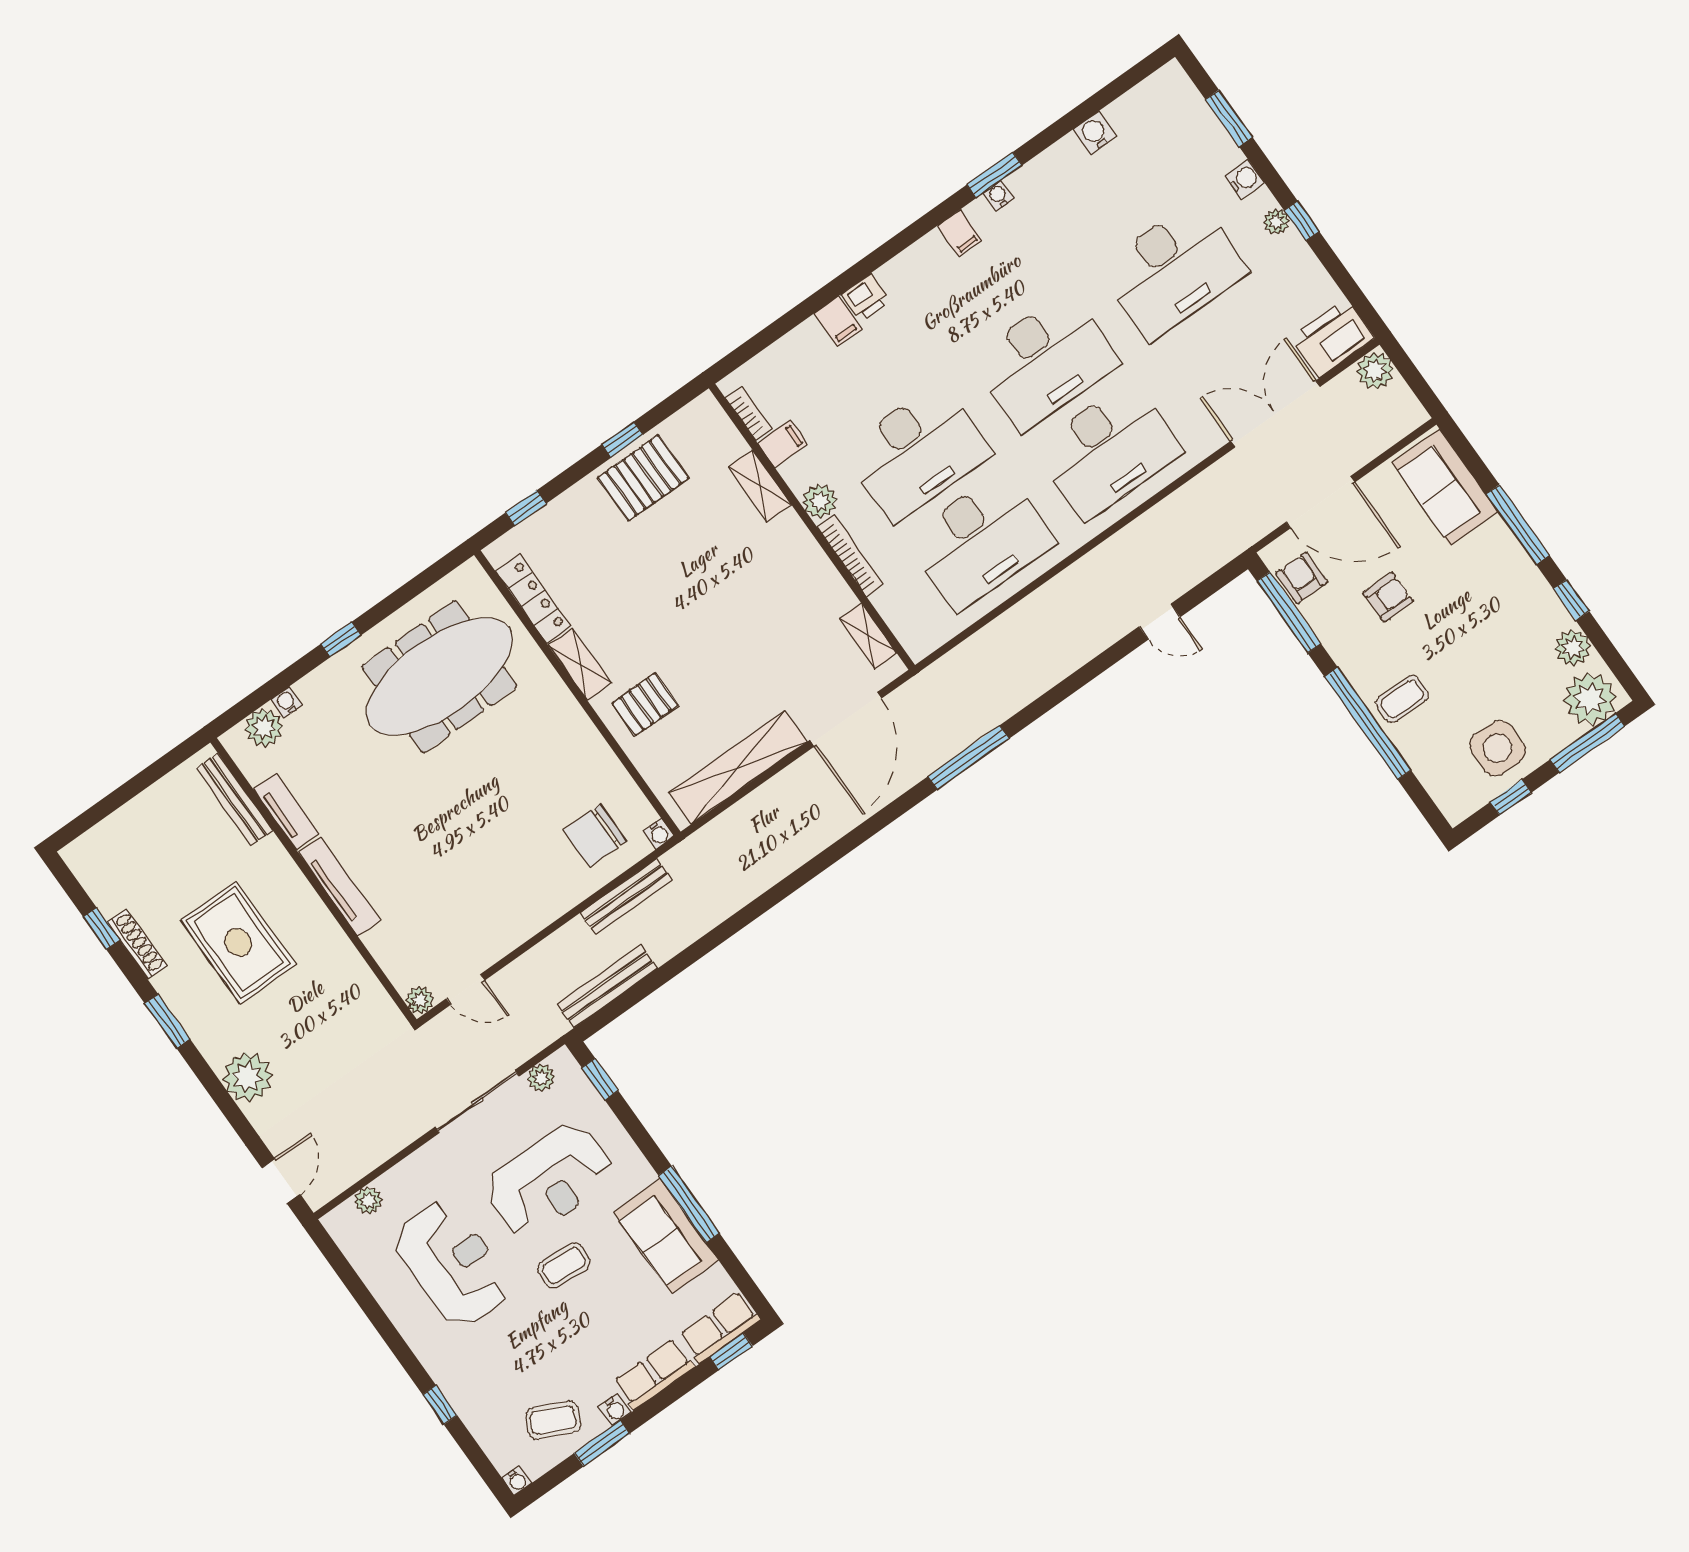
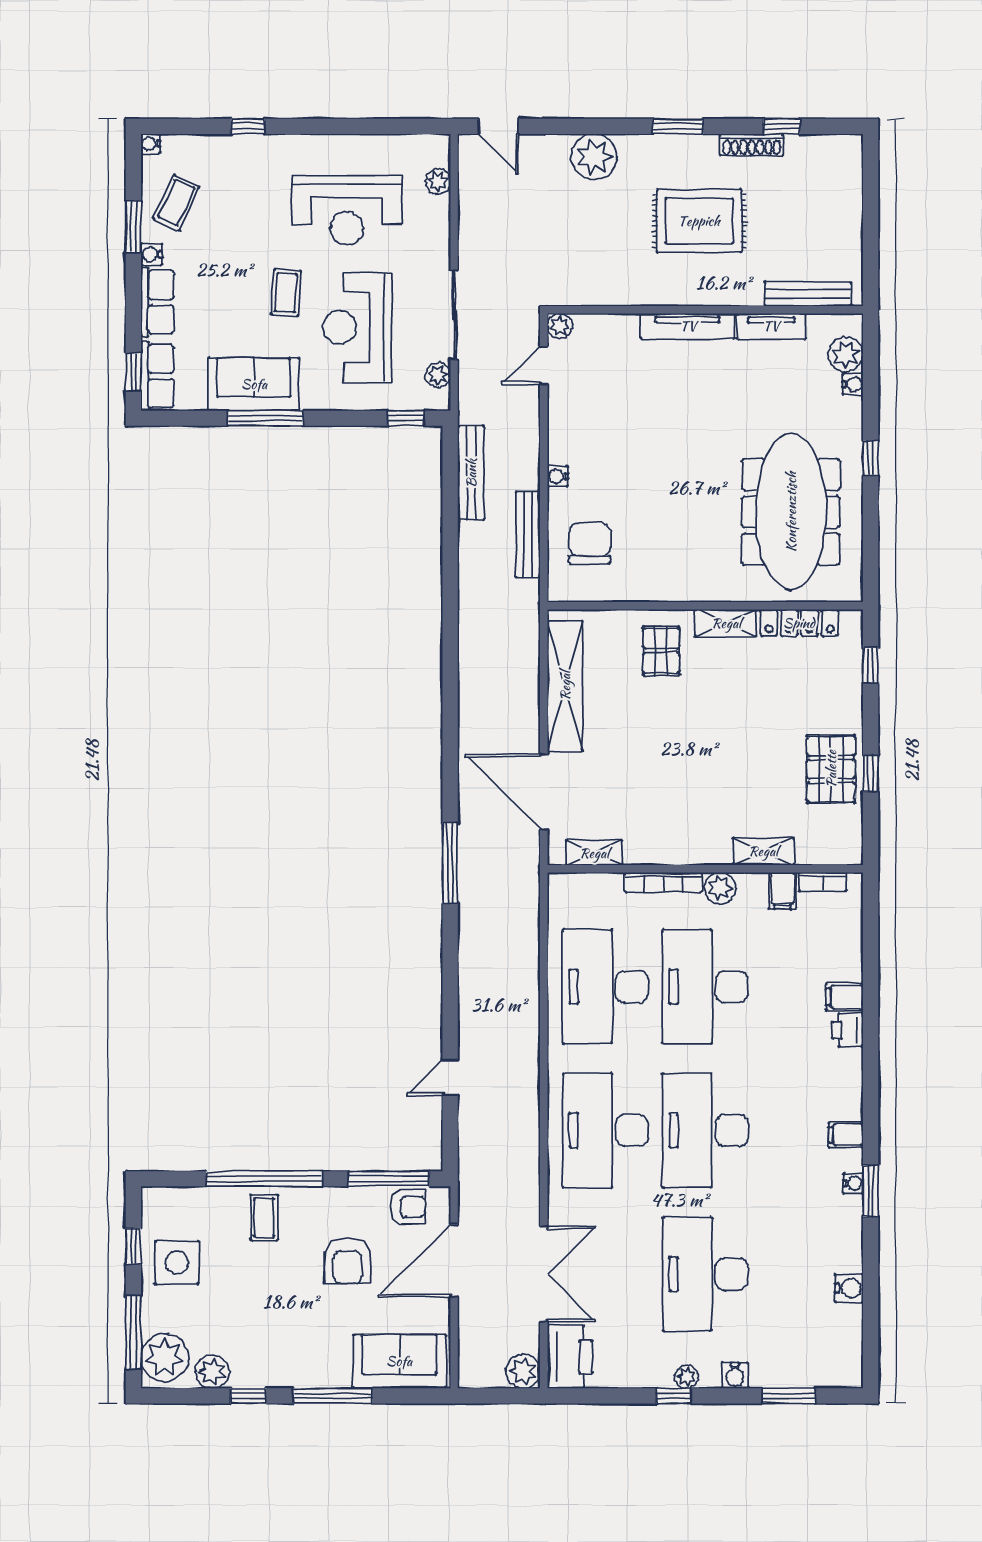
armchair: (1388, 597) -> (348, 1261), width x1.38, depth x1.38
water cooler: (658, 834) -> (558, 476), moved

